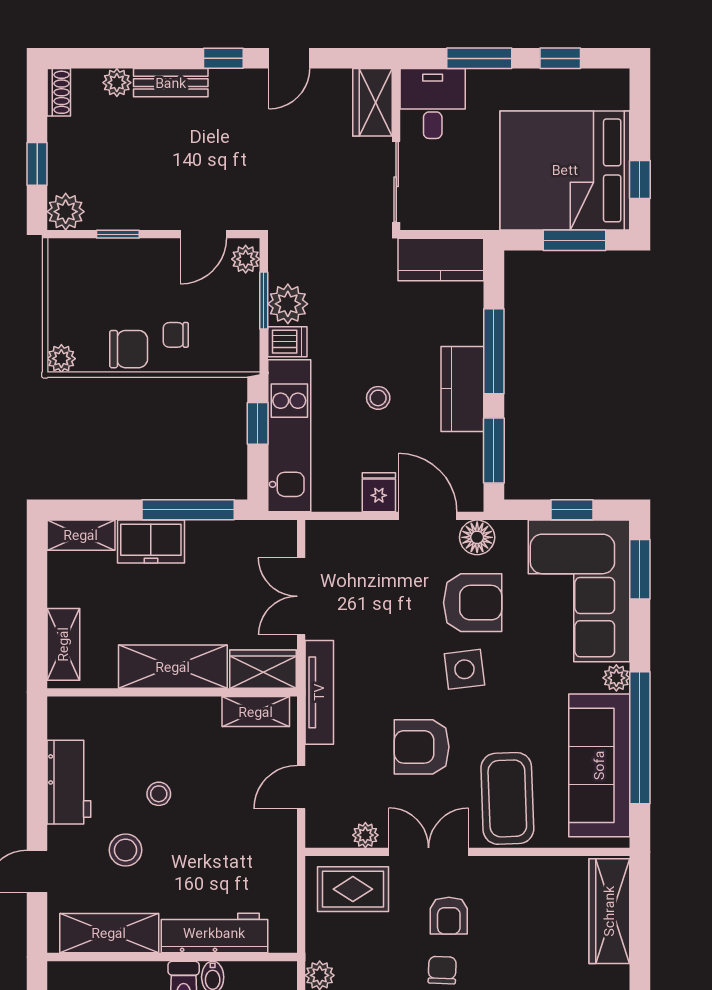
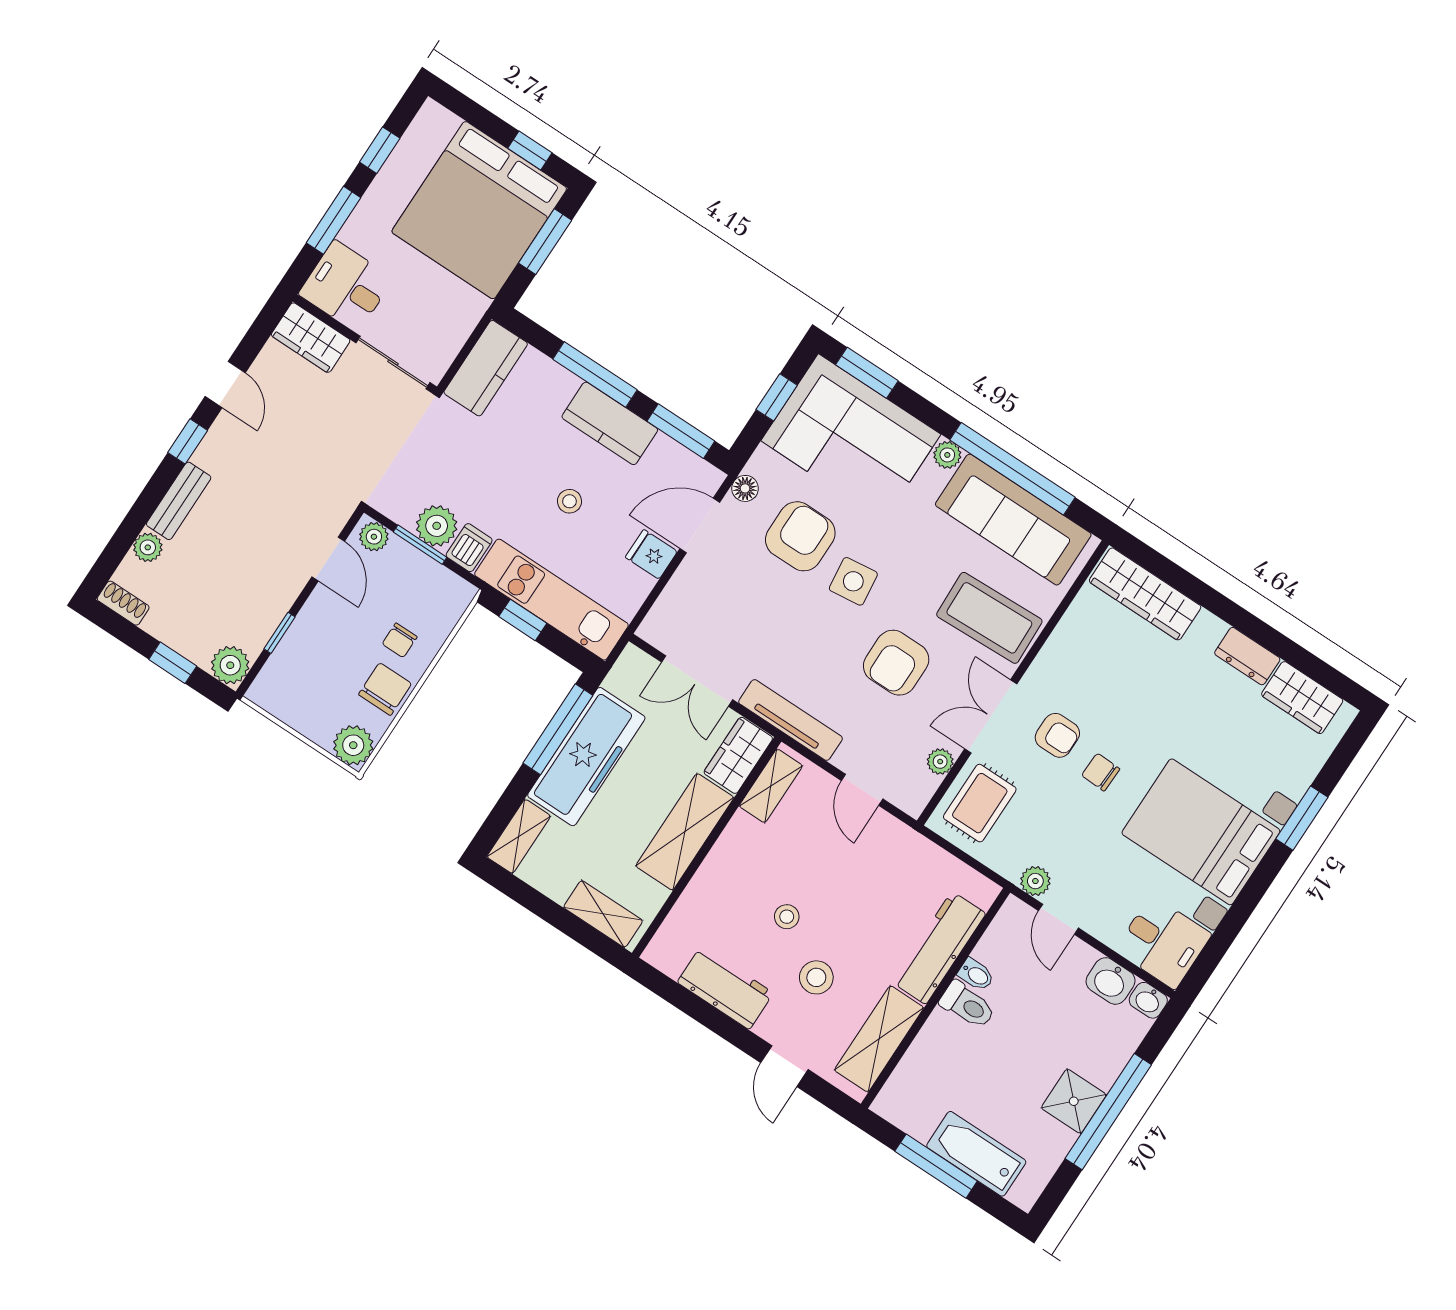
plant: (61, 359) -> (353, 745), width x1.38, depth x1.38
floor lamp: (477, 537) -> (745, 488), width x0.73, depth x0.73
freezer: (151, 542) -> (586, 757), width x1.91, depth x1.26

